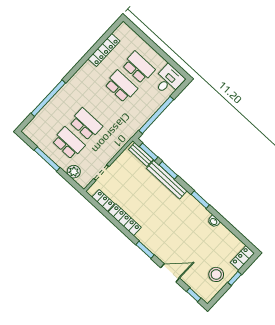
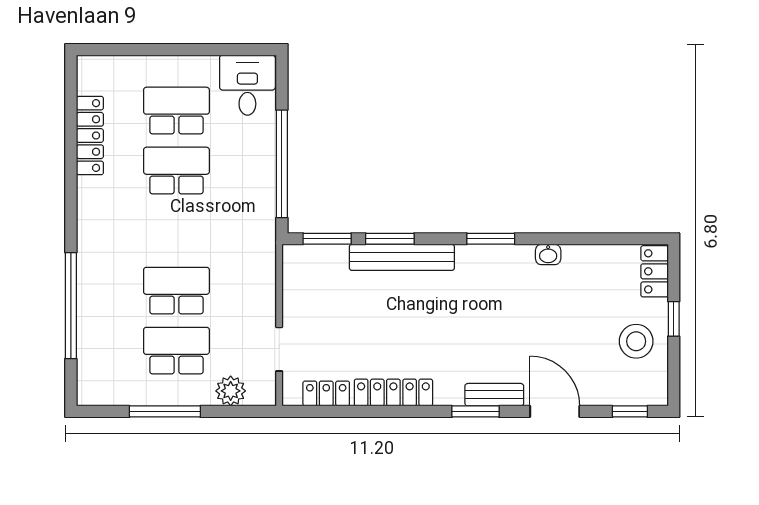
bench: (141, 154) -> (494, 395), moved
door: (170, 273) -> (555, 411), hinge flipped

